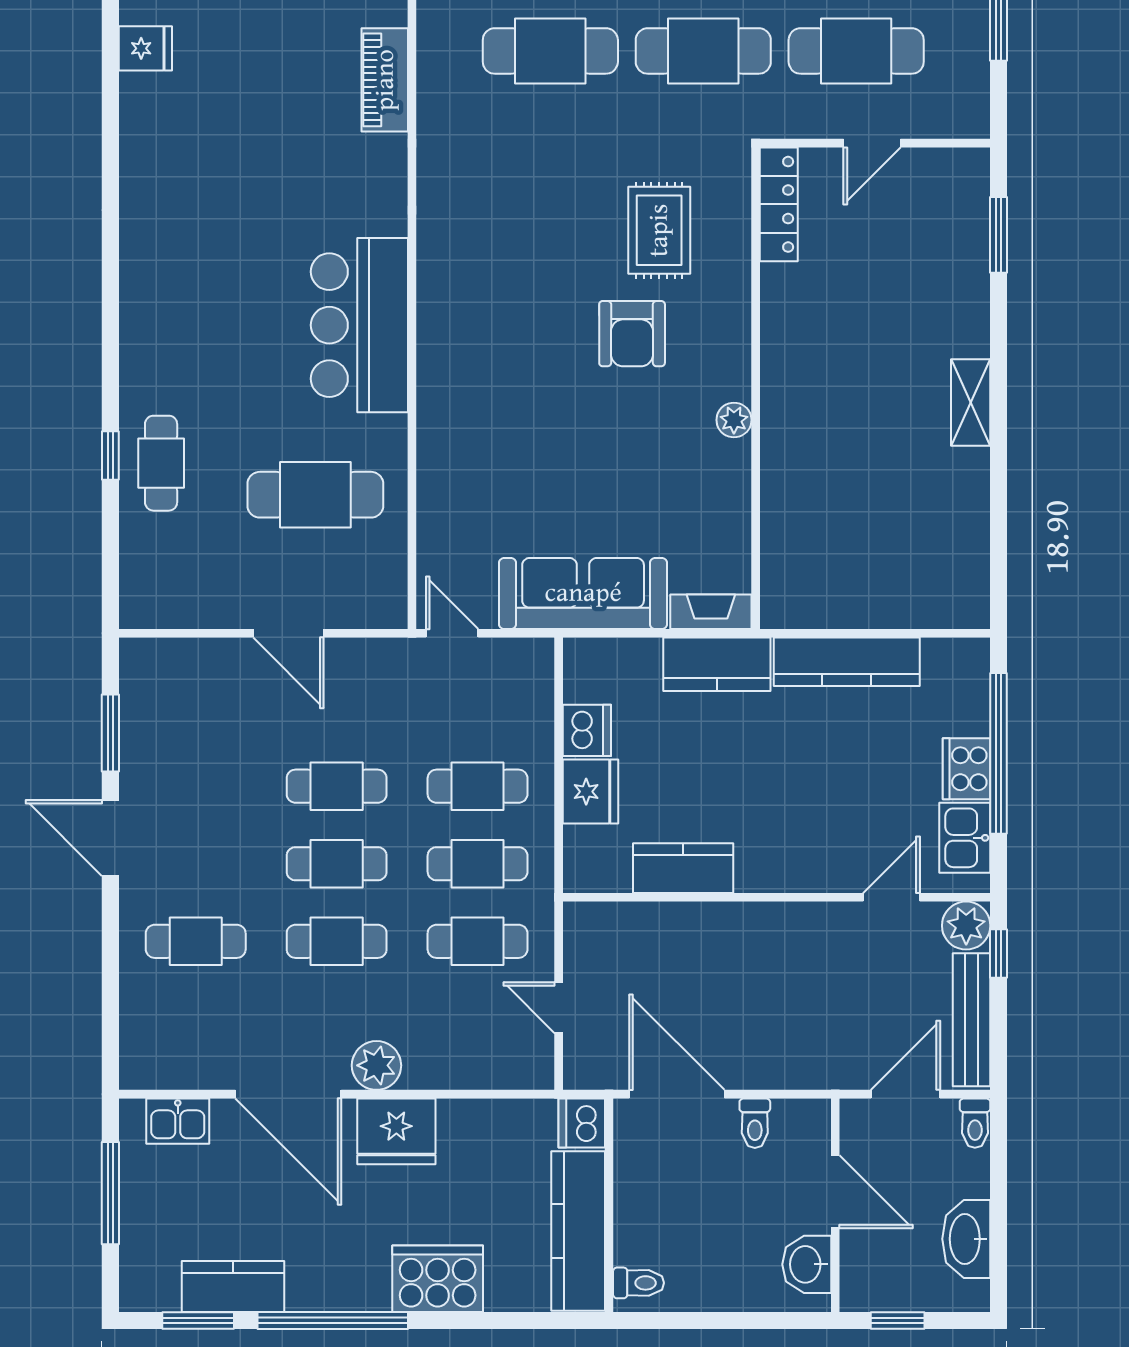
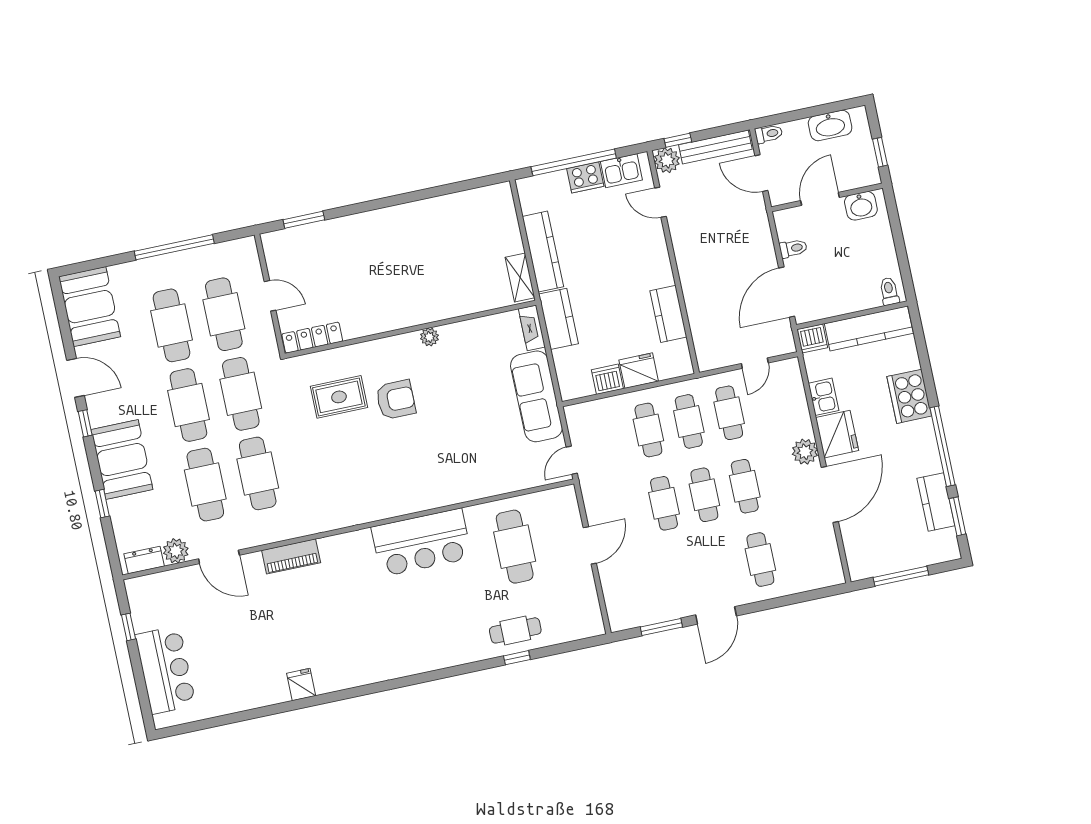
shelving: (971, 403) -> (520, 278), moved, turned 90
kitchen sink: (178, 1121) -> (824, 397), moved

